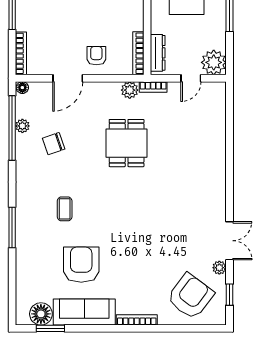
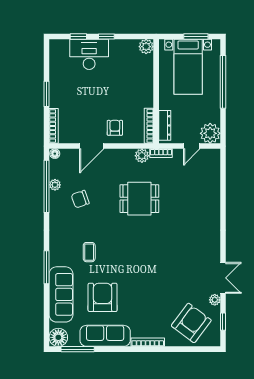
dining table: (127, 143) -> (139, 199), turned 90
sofa: (30, 261) -> (61, 294), added
floor lamp: (41, 314) -> (58, 337), moved
window: (50, 328) -> (78, 349), width x1.44

